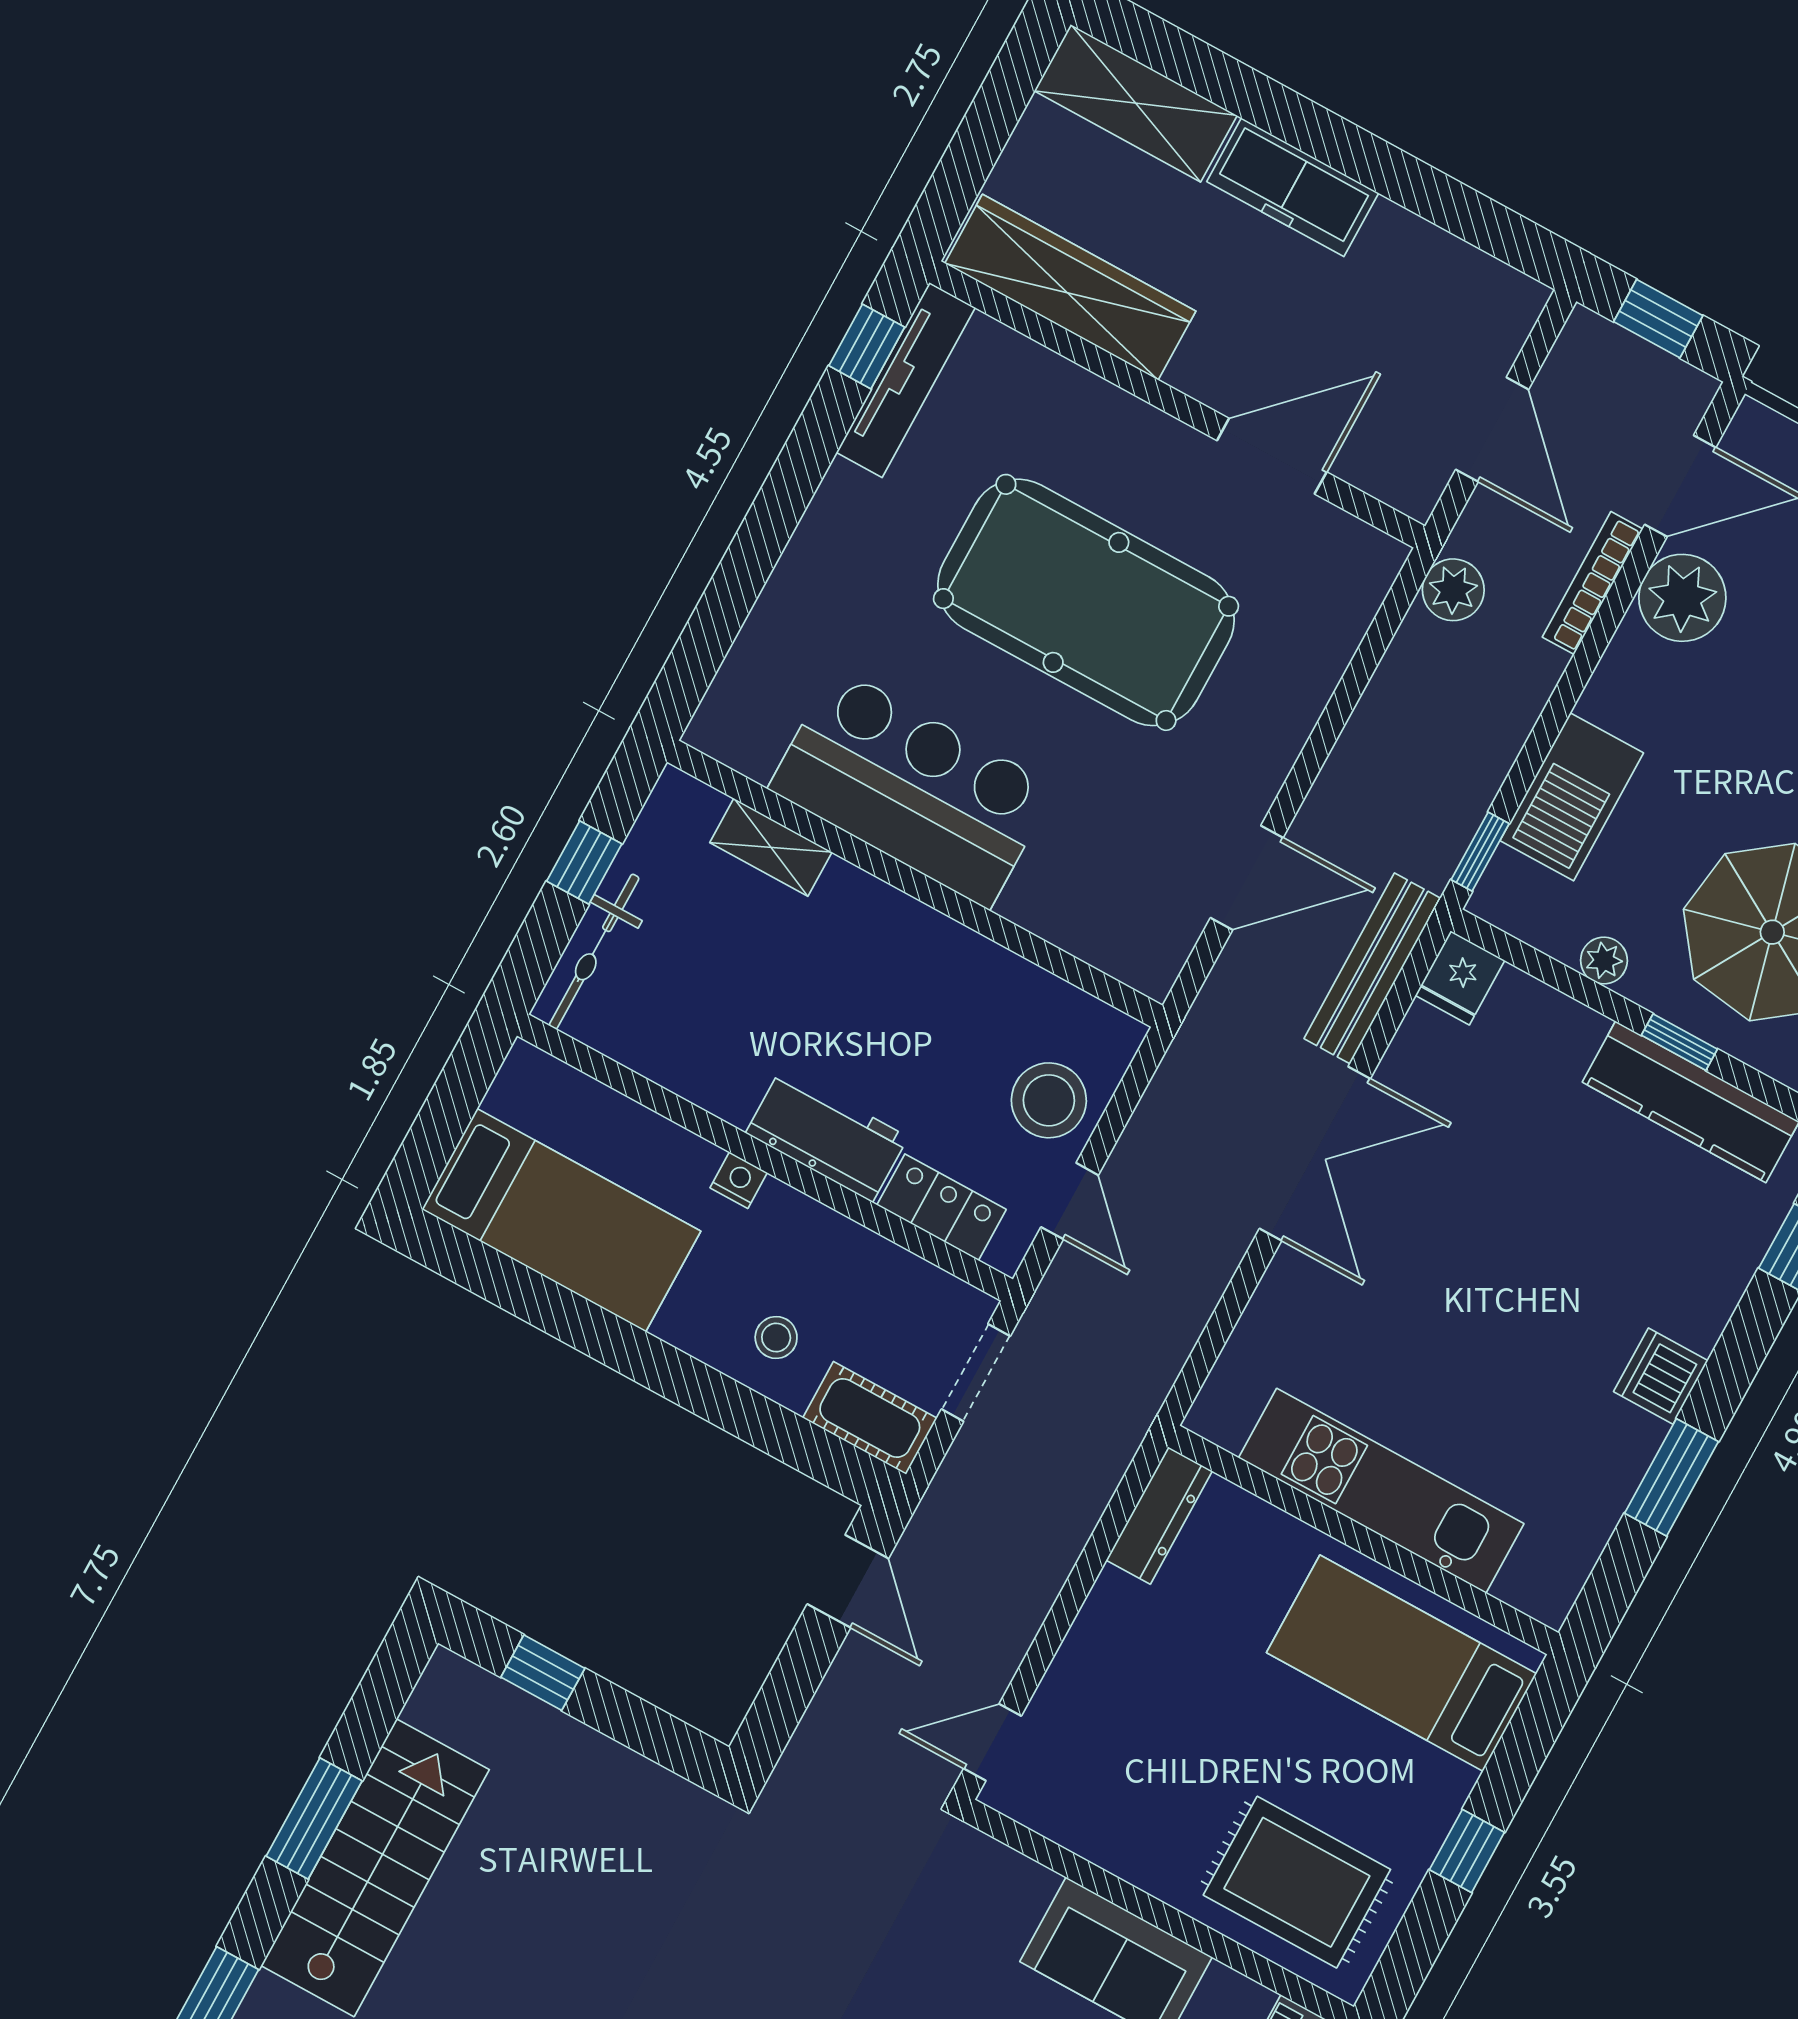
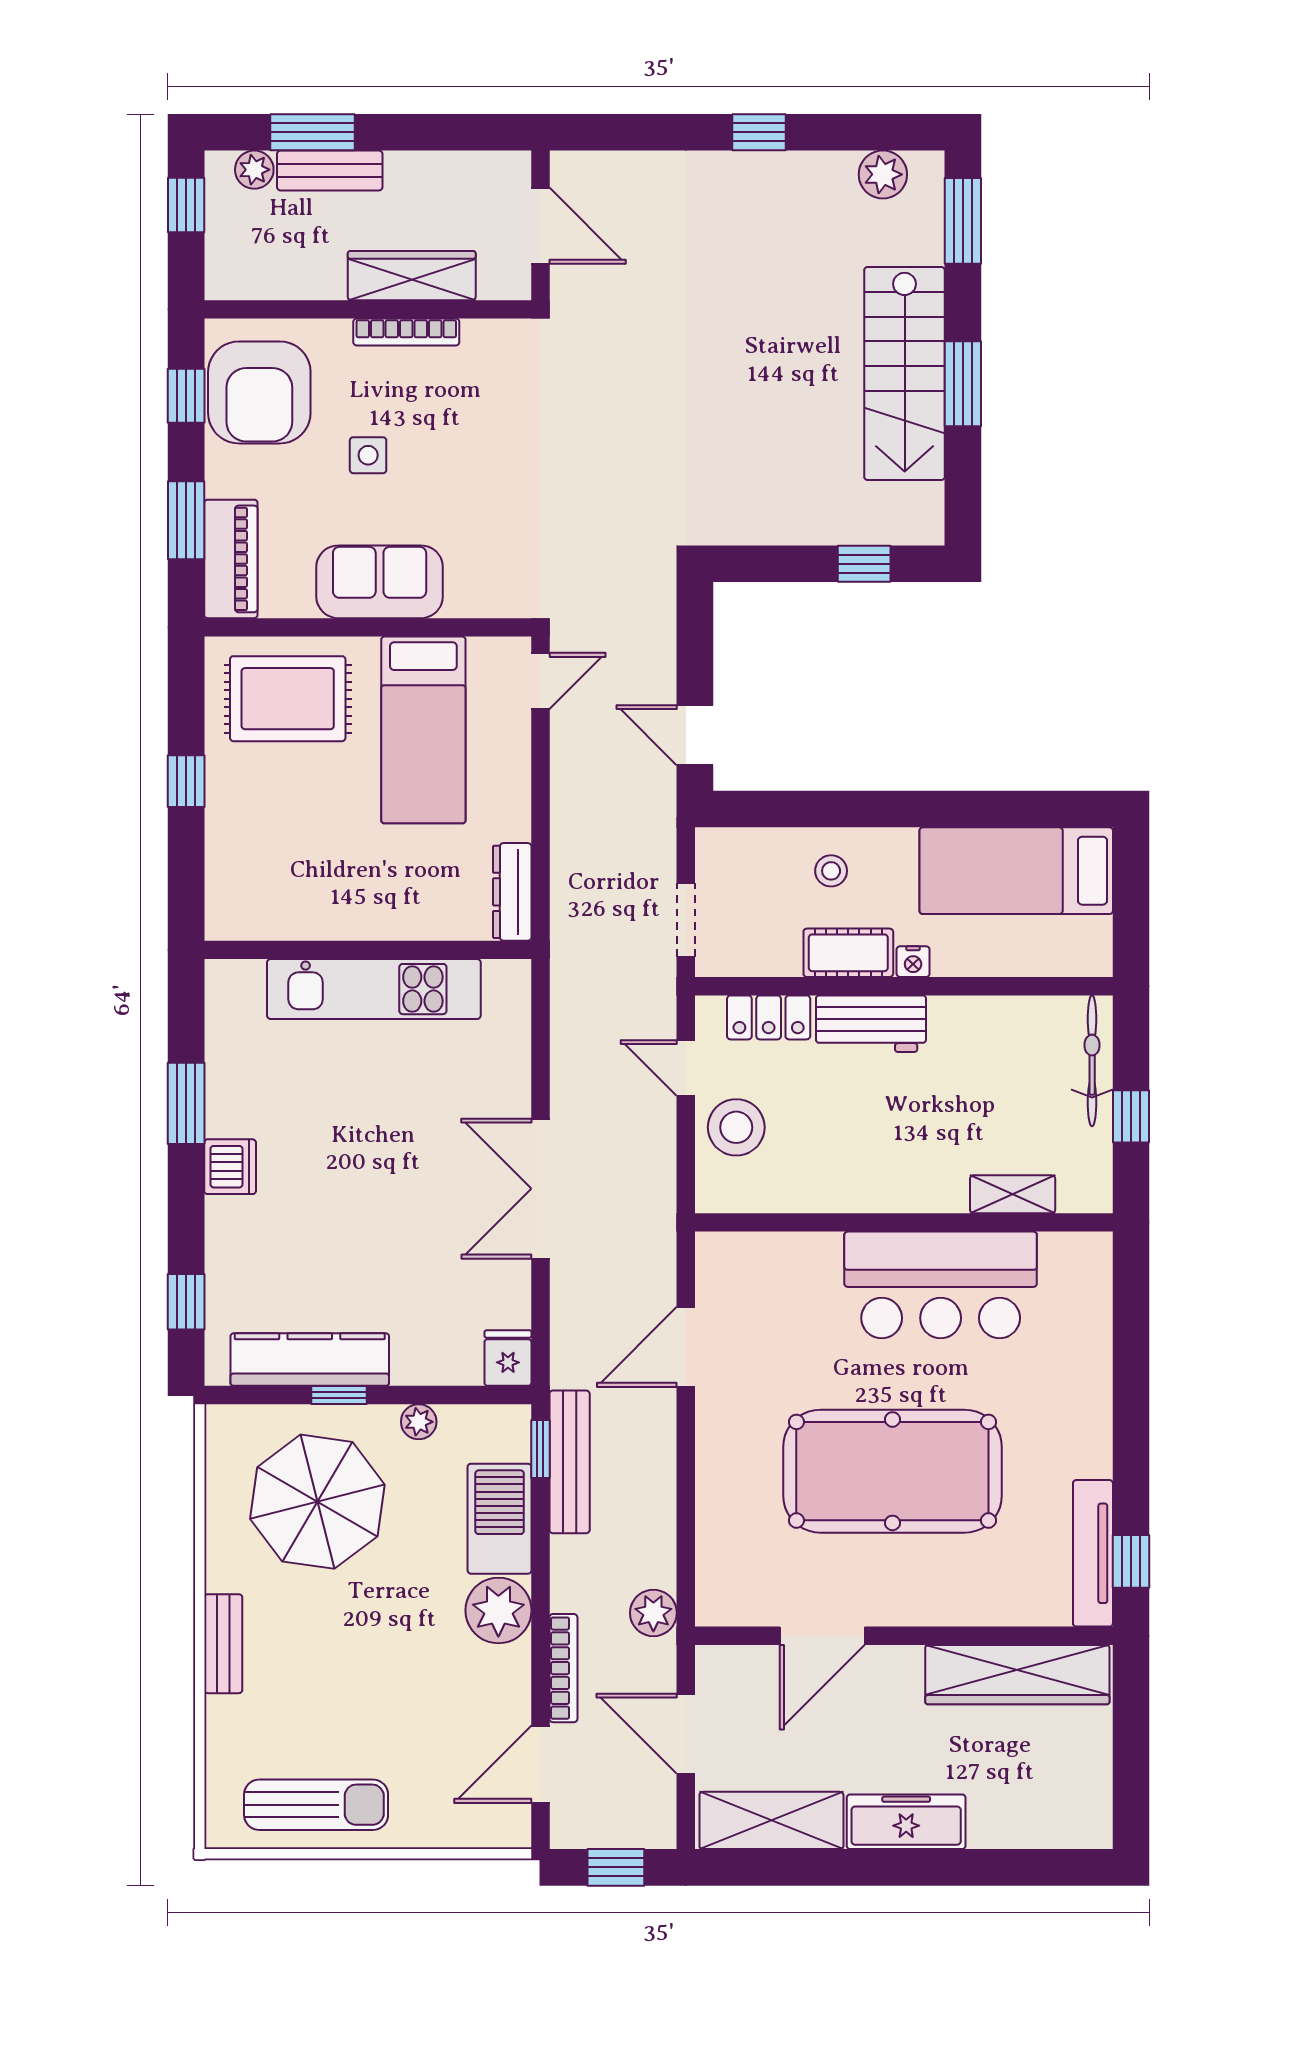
shelving: (1136, 103) -> (771, 1820), moved
plant: (1682, 598) -> (498, 1610), moved
bench: (1372, 968) -> (570, 1462), moved
cot: (870, 1418) -> (848, 953), moved
bed: (1401, 1663) -> (423, 730), moved, turned 90

